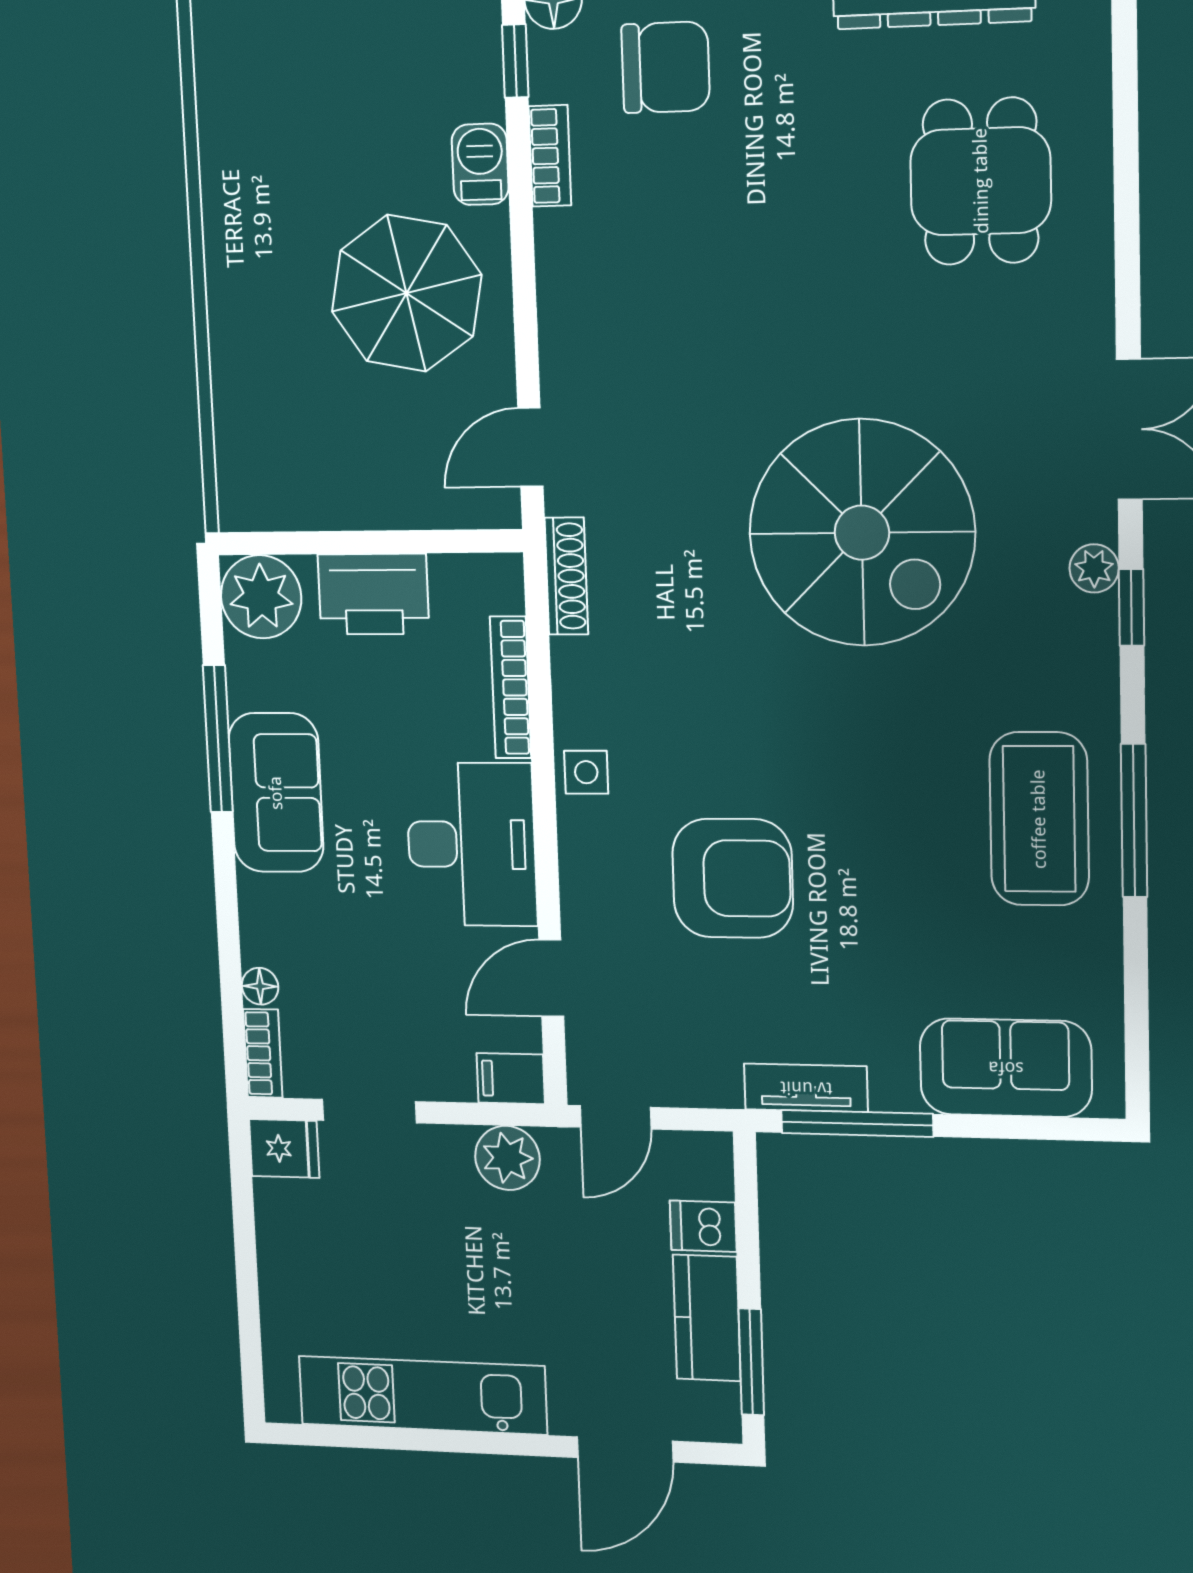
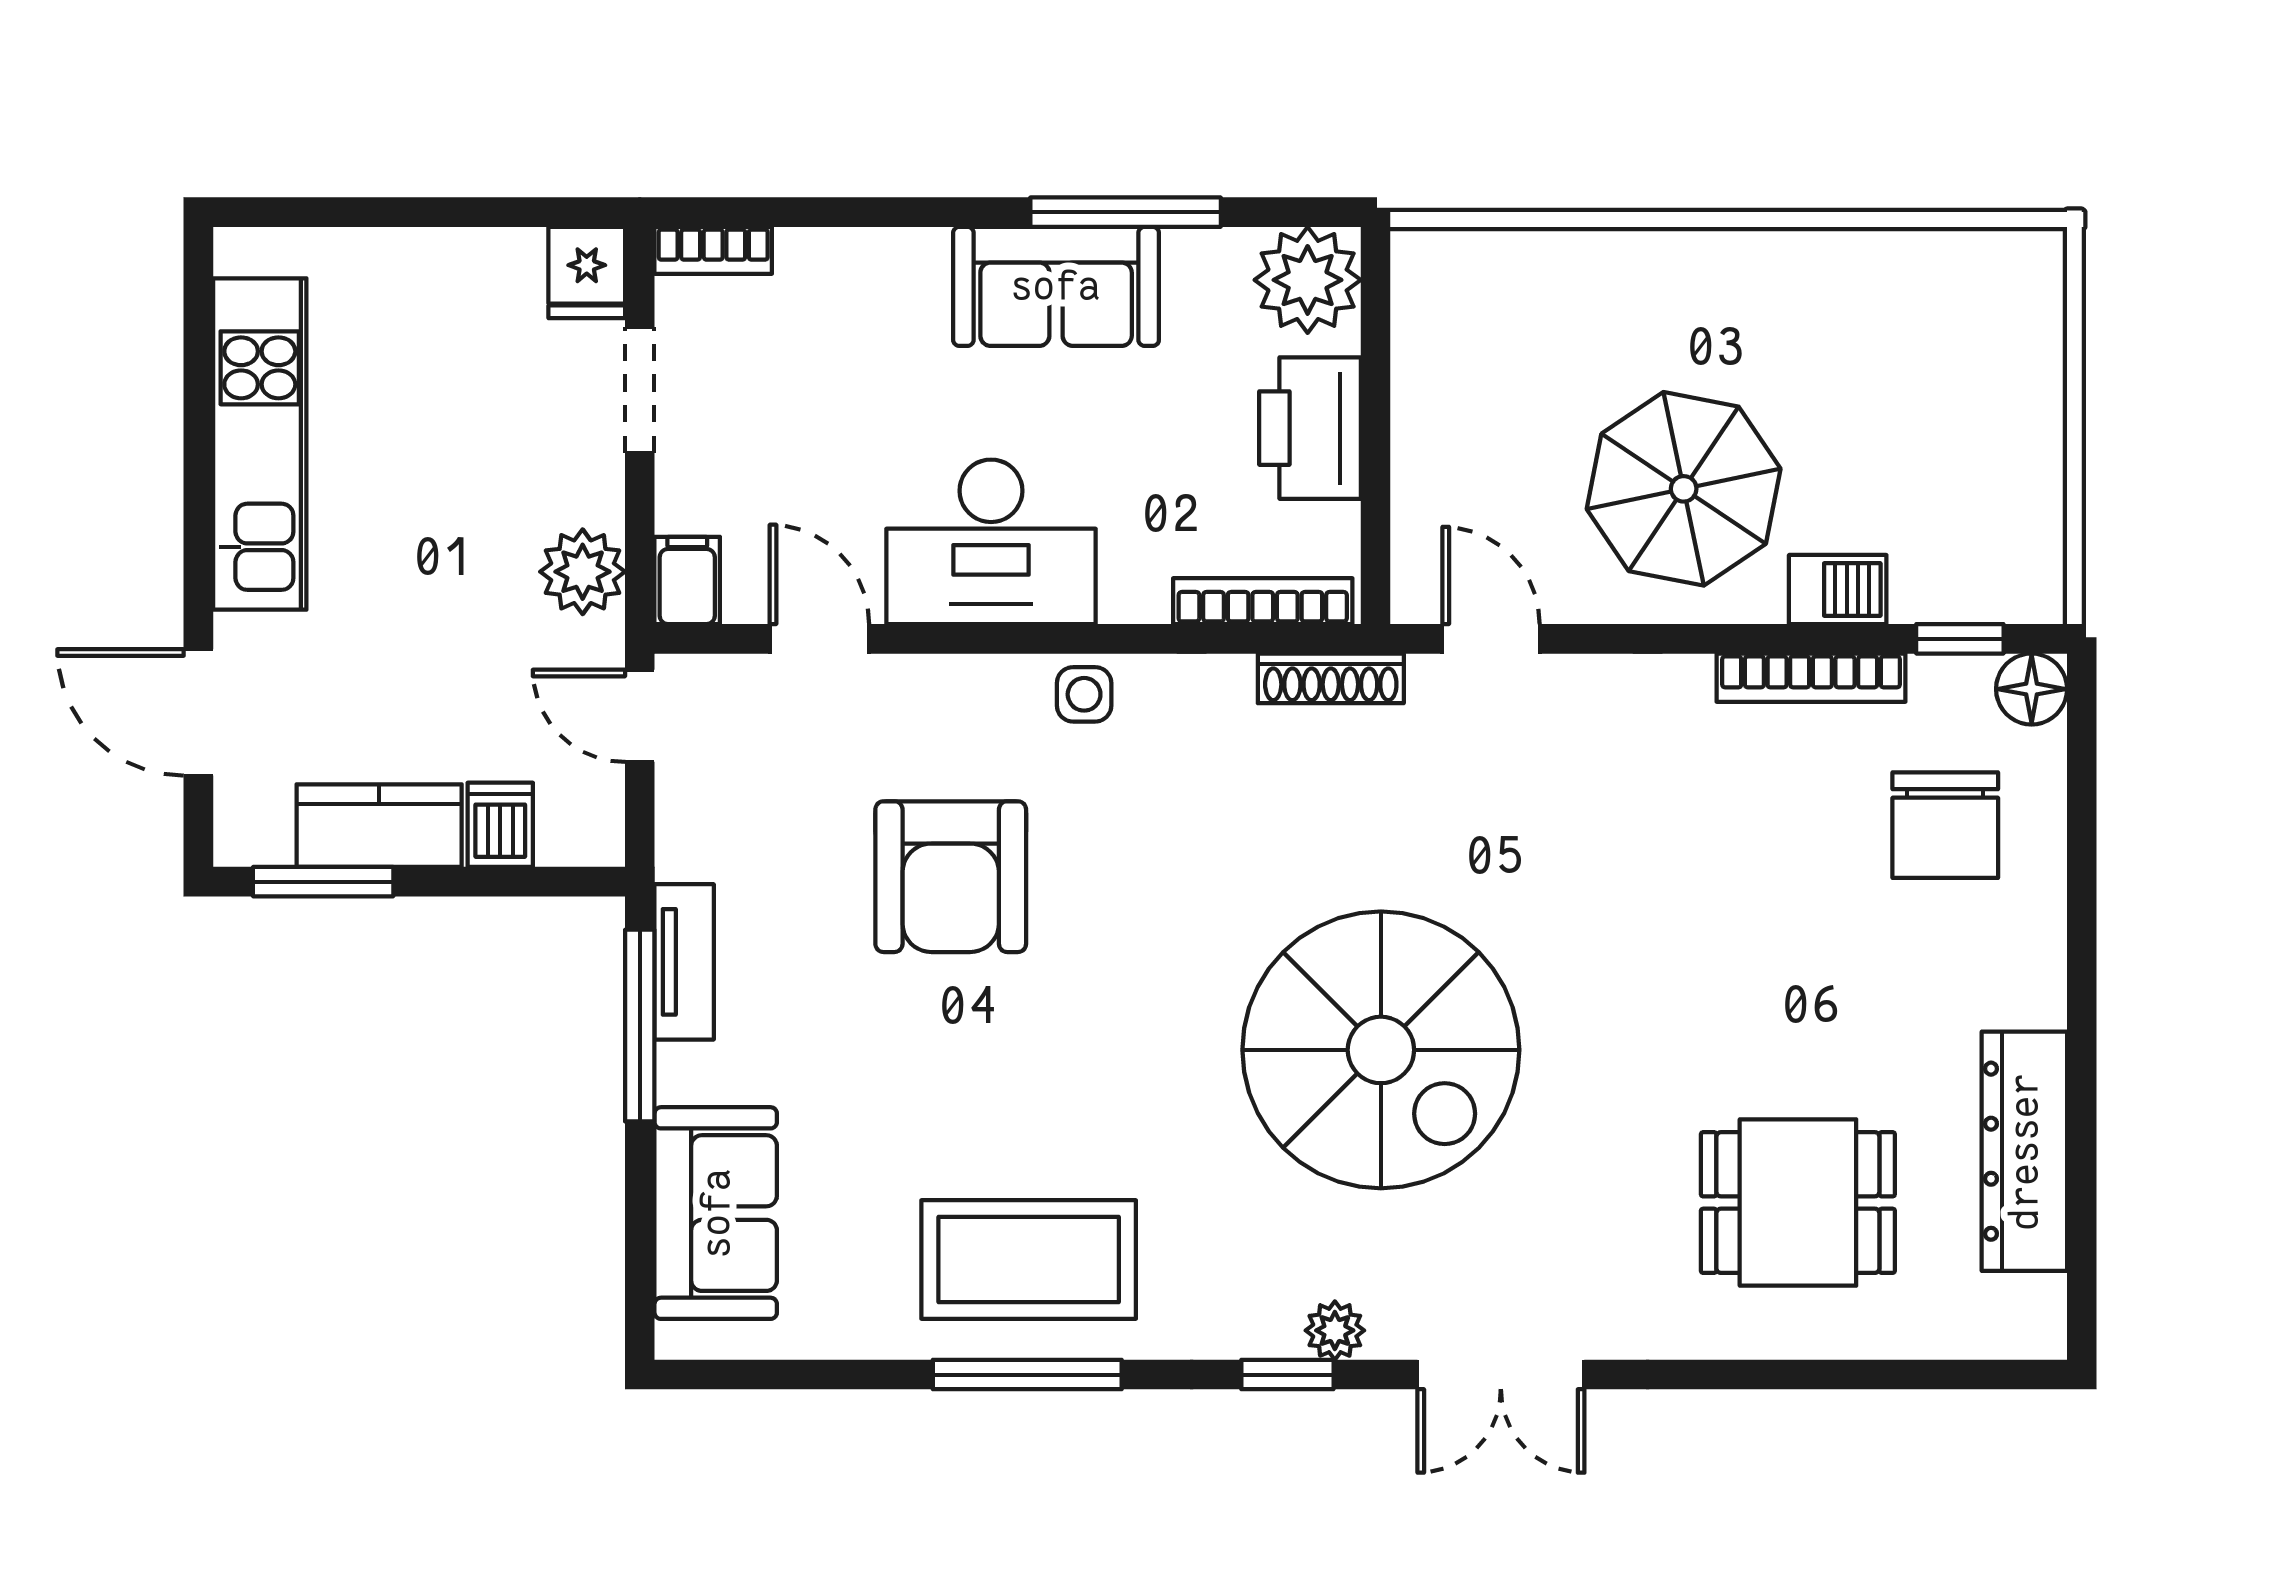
bookcase: (550, 156) -> (1811, 678), width x1.56
spiral stairs: (862, 533) -> (1381, 1050), turned -90
bookcase: (511, 687) -> (1263, 601), moved
floor lamp: (260, 986) -> (802, 251), removed

